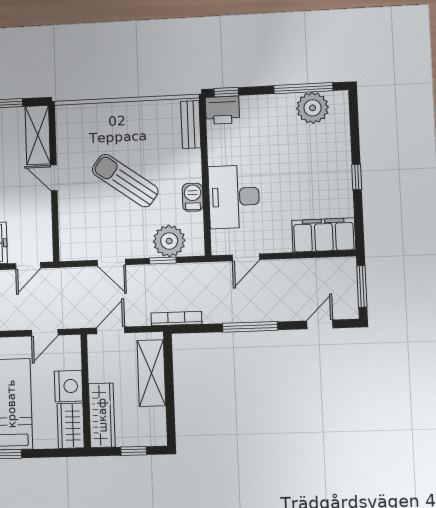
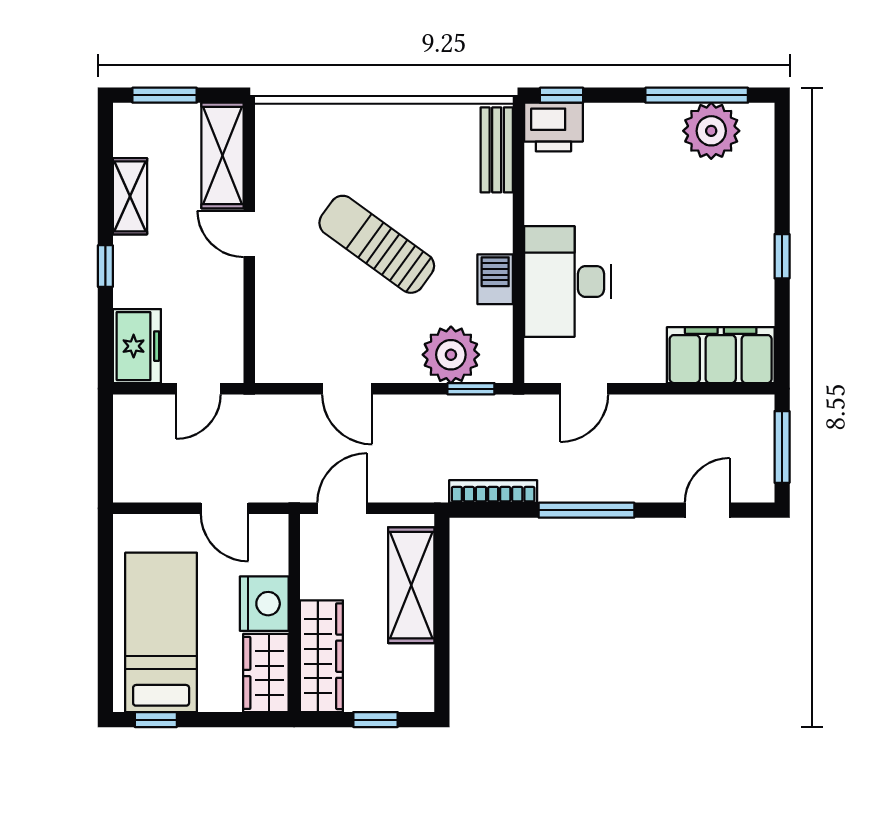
window: (163, 260) -> (471, 389), moved
bookcase: (176, 319) -> (493, 491), moved
door: (45, 333) -> (225, 508), hinge flipped

